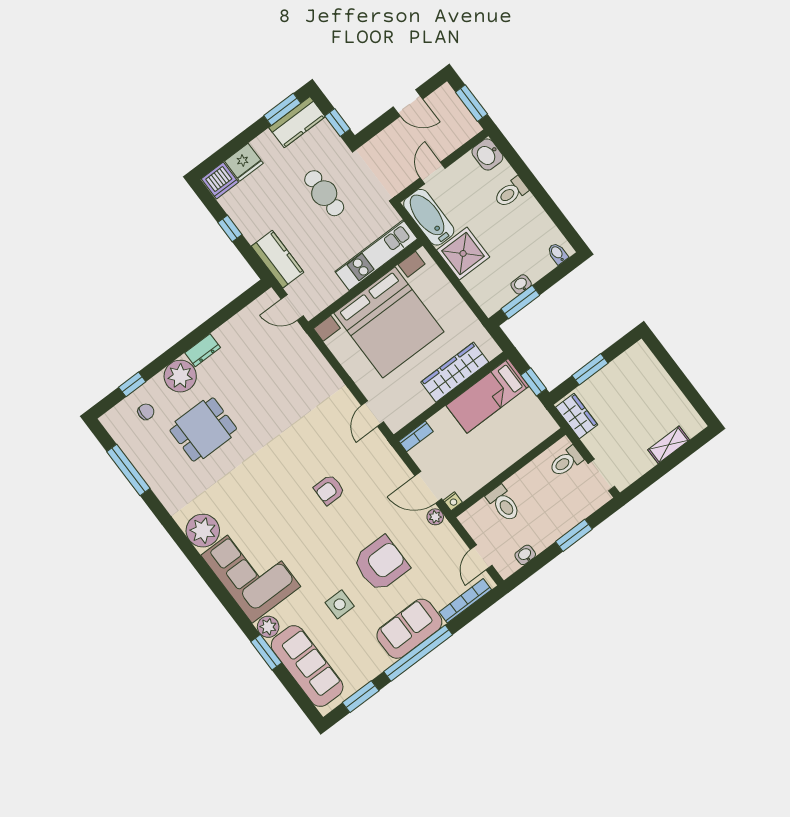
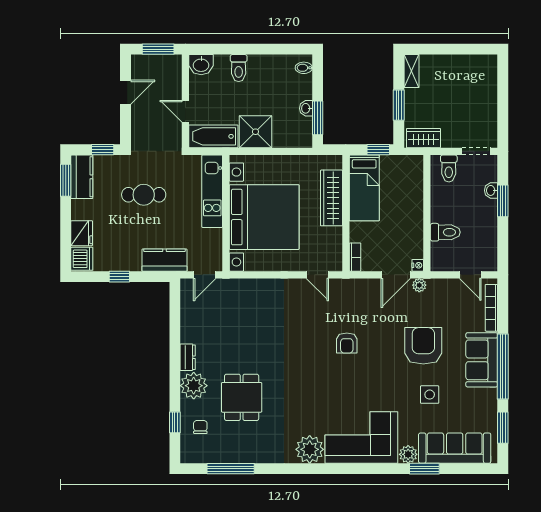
shelving: (669, 445) -> (411, 71), moved
washbasin: (525, 555) -> (491, 190), moved

